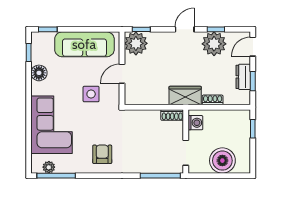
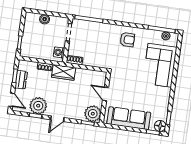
door: (253, 47) -> (11, 100), hinge flipped
floor lamp: (39, 73) -> (160, 126), moved
door: (122, 74) -> (105, 94), swing flipped
side table: (91, 94) -> (129, 83), removed
armchair: (102, 154) -> (127, 40), turned -90
boiler: (222, 161) -> (45, 19), width x0.54, depth x0.54

